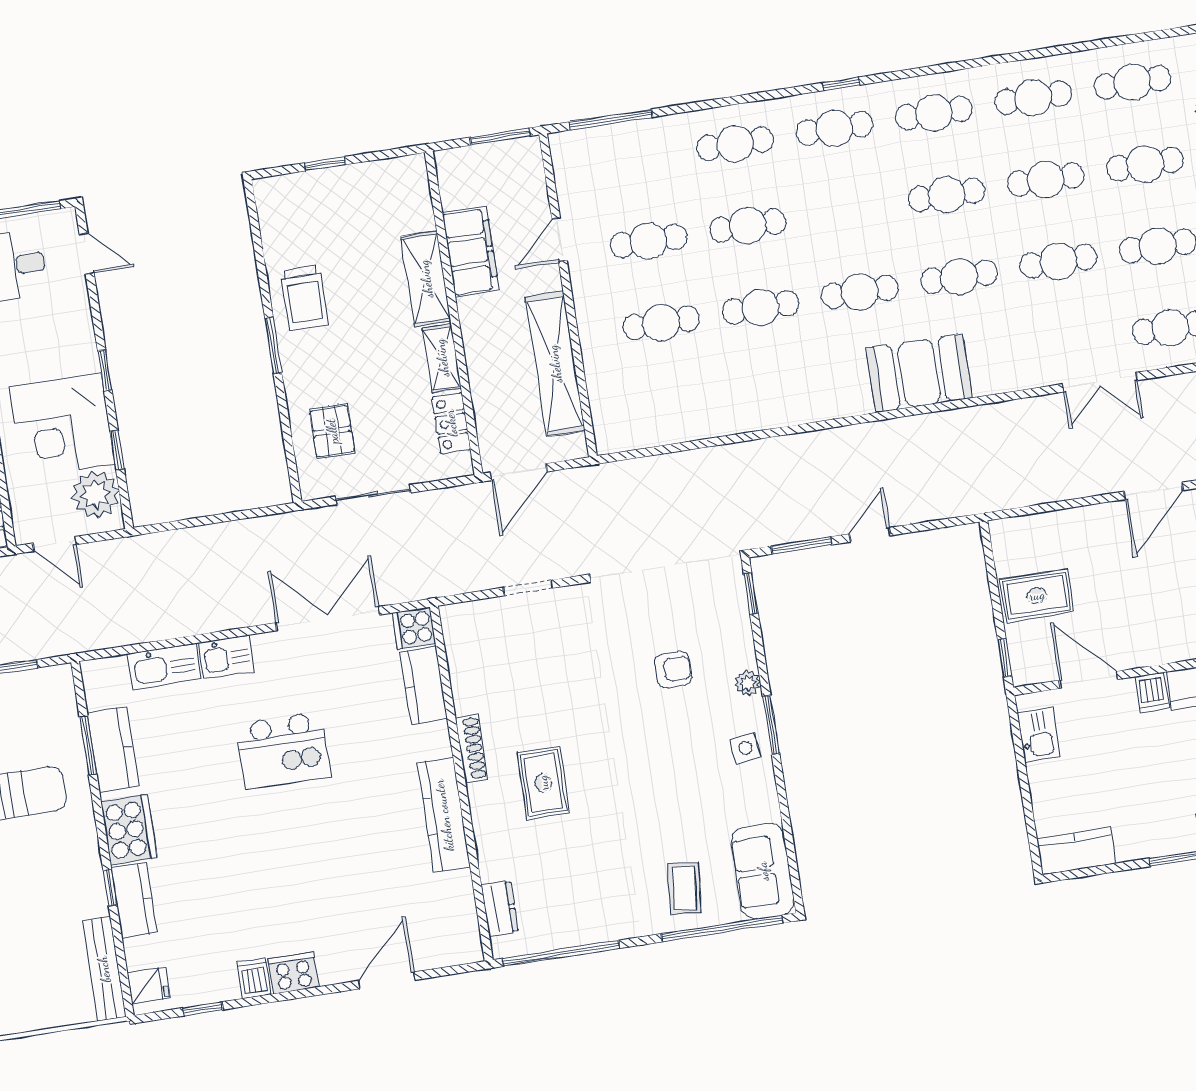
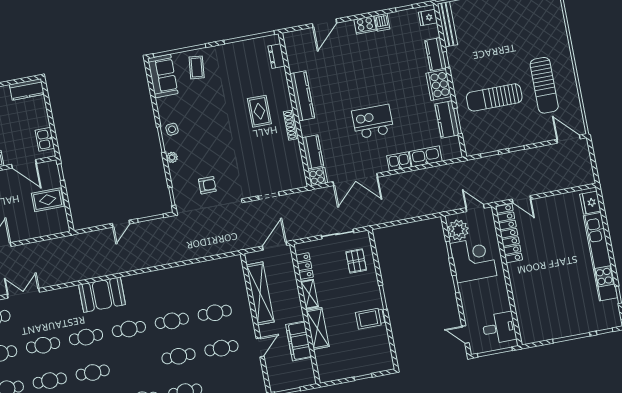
trolley: (304, 298) -> (370, 318), turned -90
armchair: (673, 669) -> (207, 185), moved, turned 180

